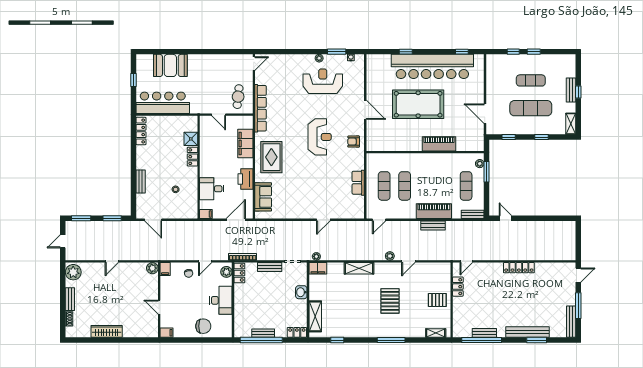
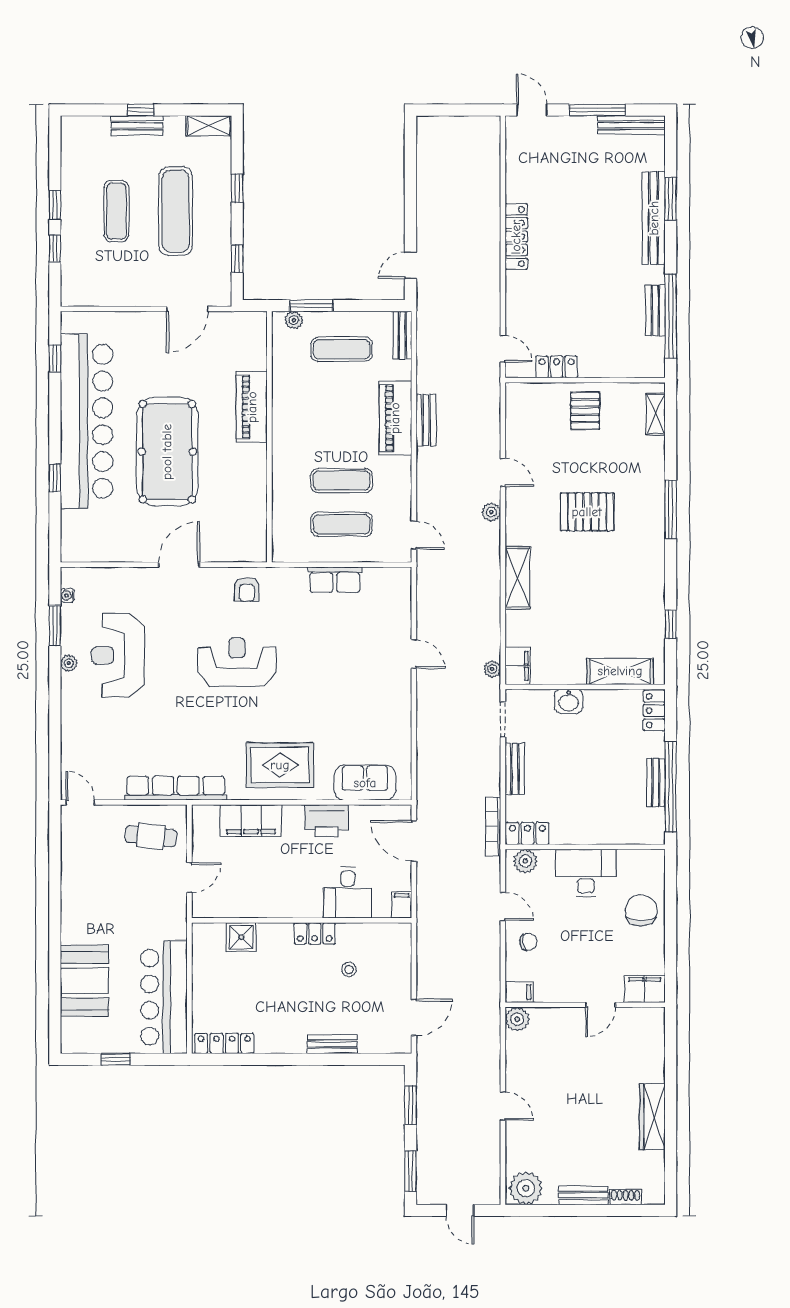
locker: (193, 157) -> (315, 933), moved
filing cabinet: (167, 333) -> (645, 989), width x2.00

